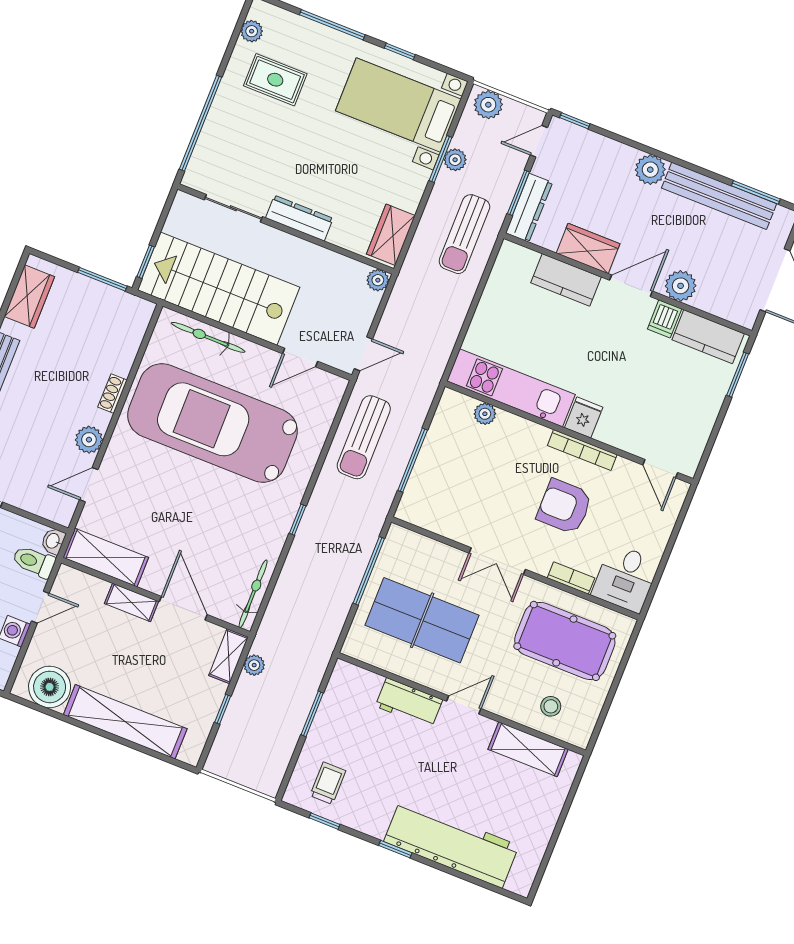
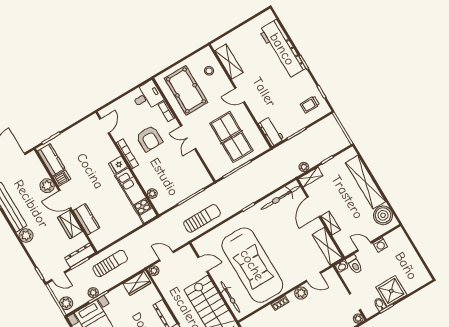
door: (363, 354) -> (166, 256), moved
double door: (497, 561) -> (188, 137), swing flipped
bicycle: (253, 594) -> (281, 198), width x1.37, depth x1.40
workbench: (409, 703) -> (271, 131), moved

